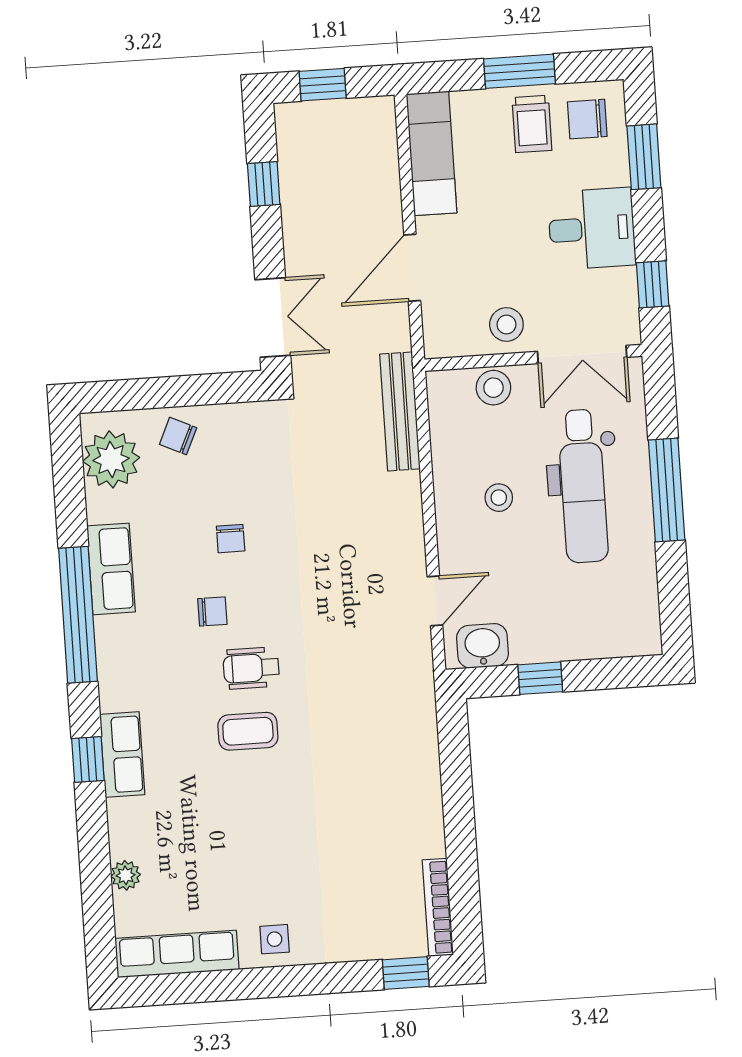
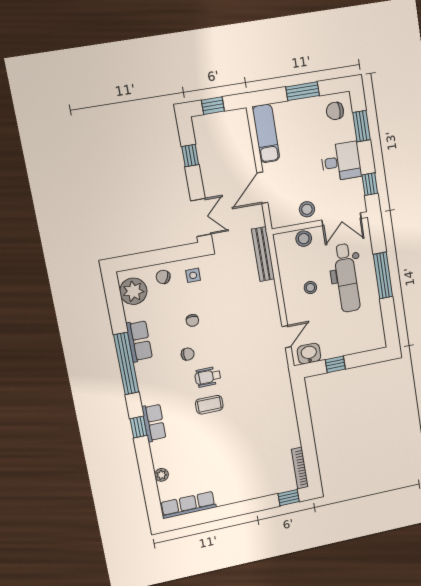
trolley: (532, 124) -> (310, 115), removed
side table: (275, 939) -> (193, 275), moved

